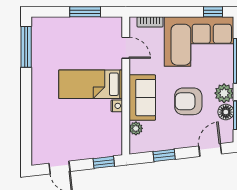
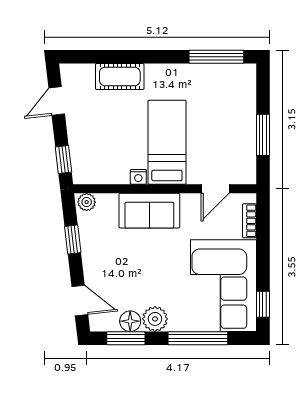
armchair: (188, 101) -> (144, 272), removed
cot: (41, 120) -> (120, 77), added
plant: (136, 128) -> (87, 202), moved

